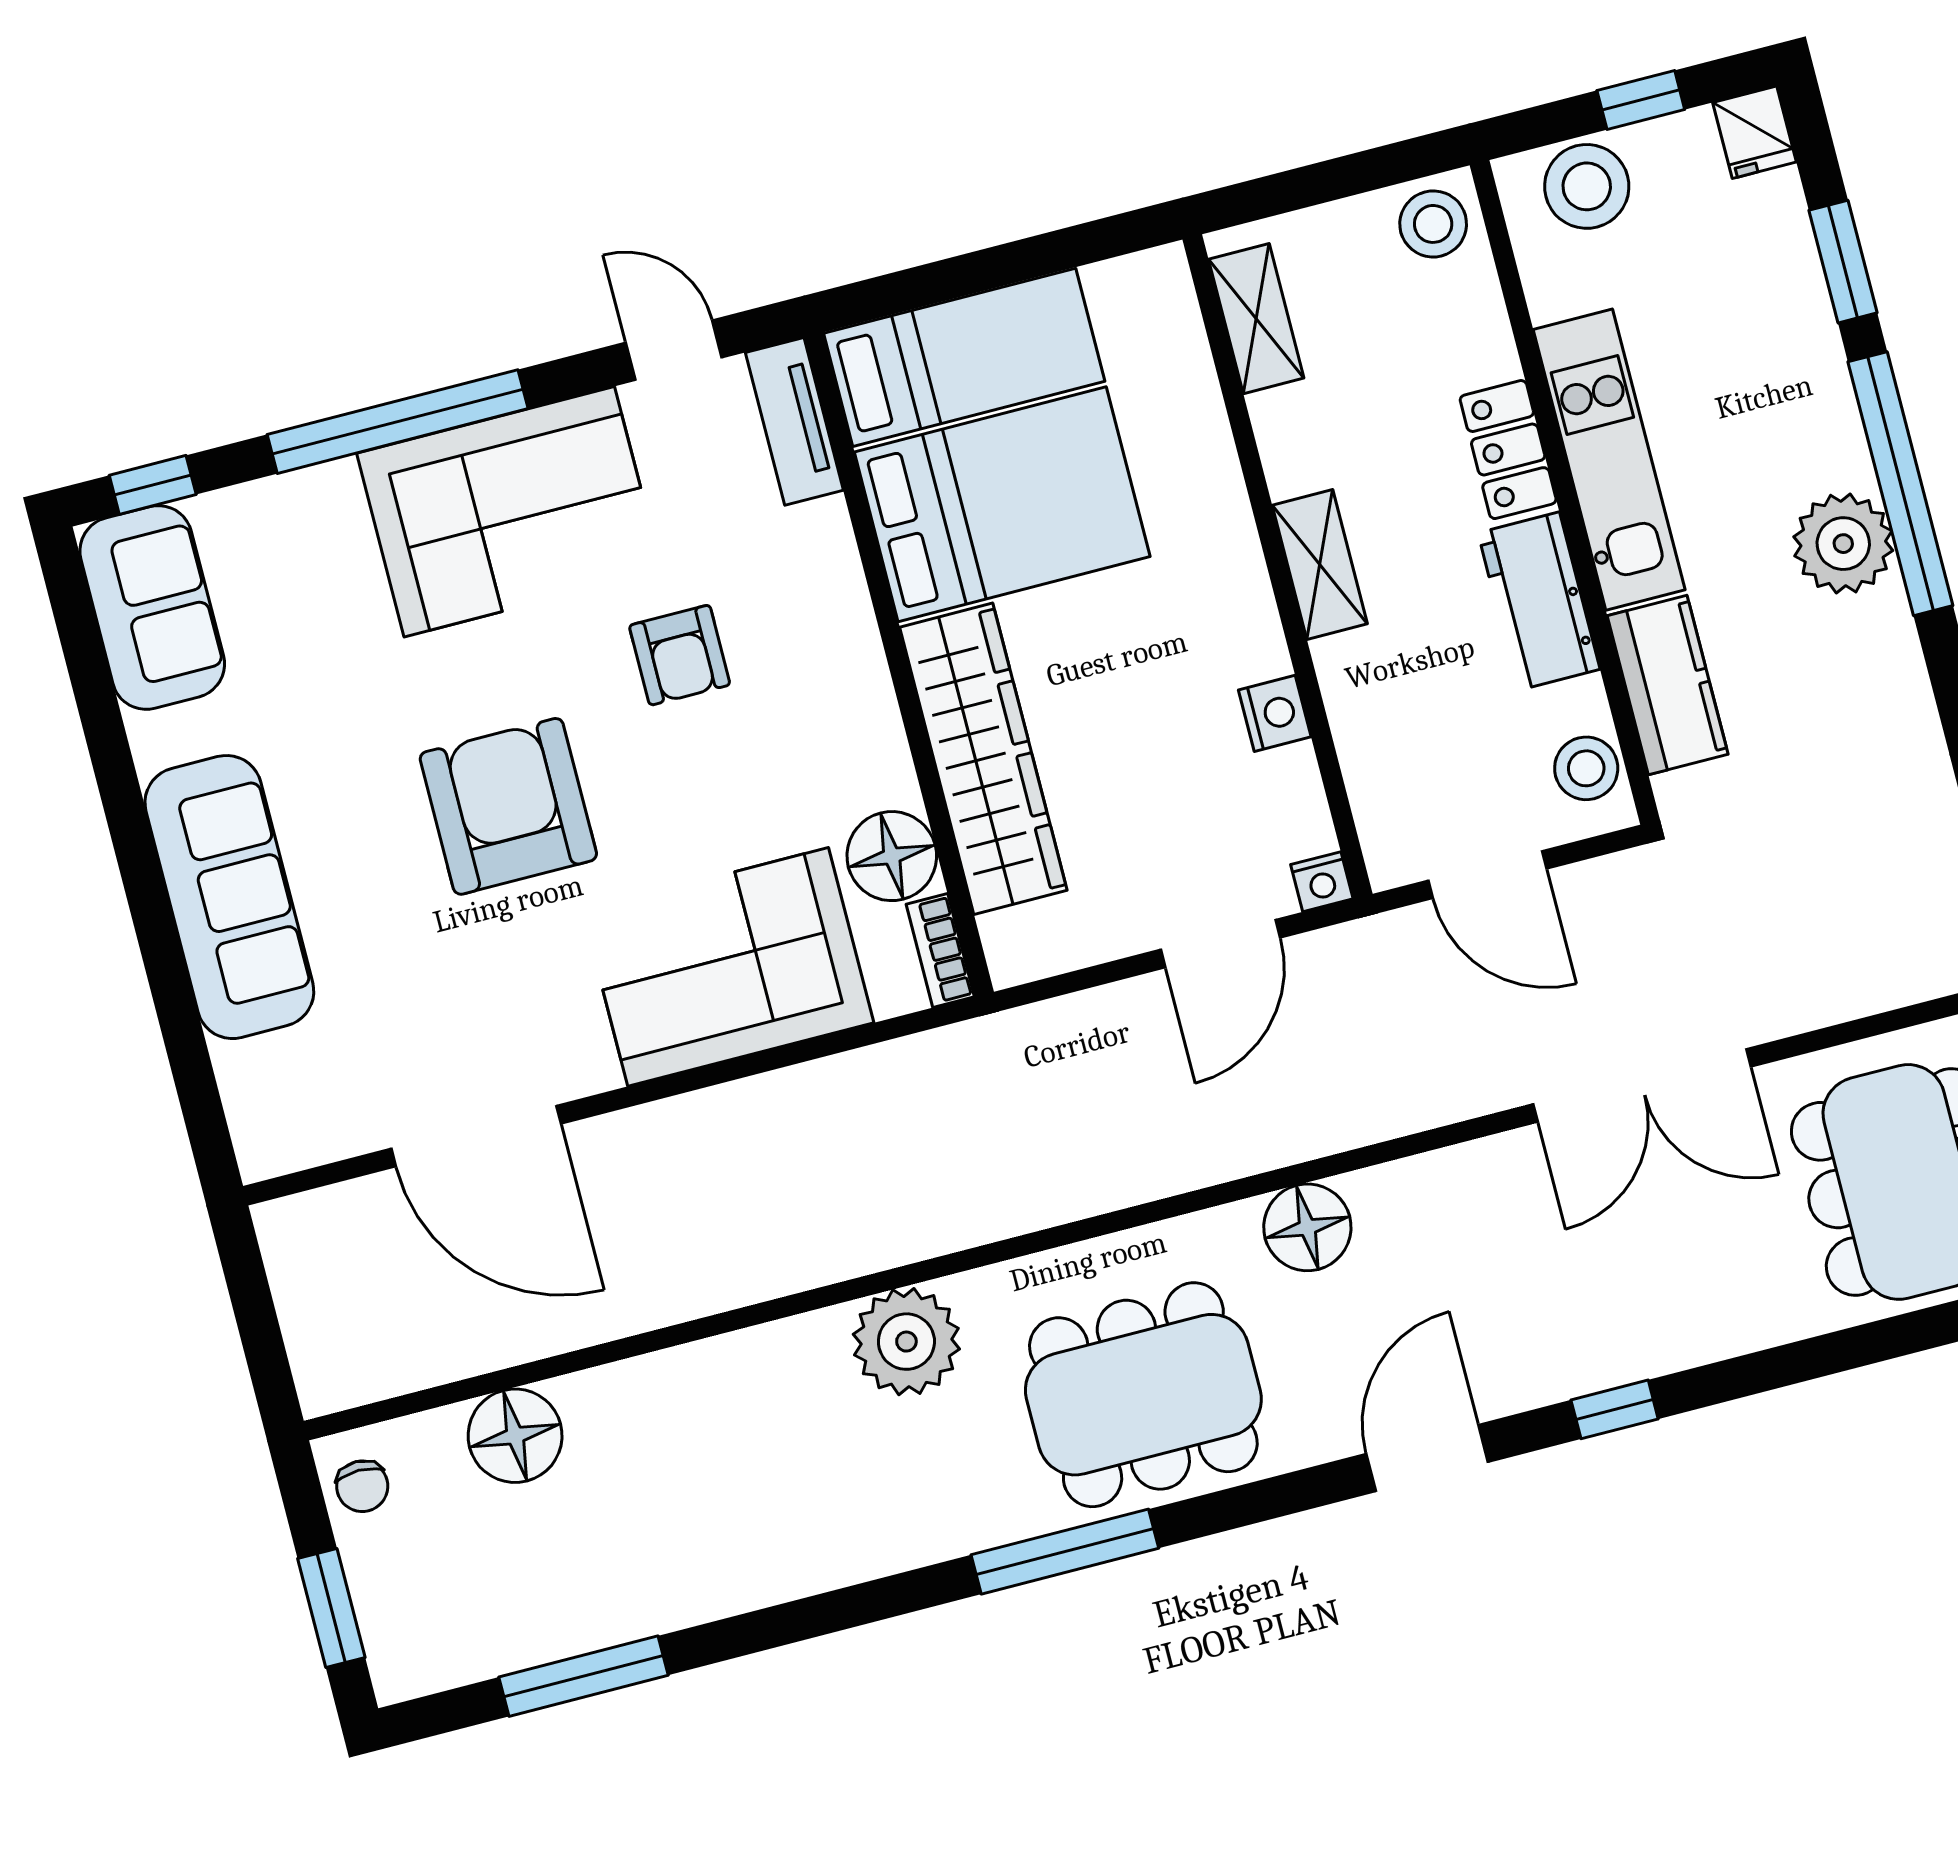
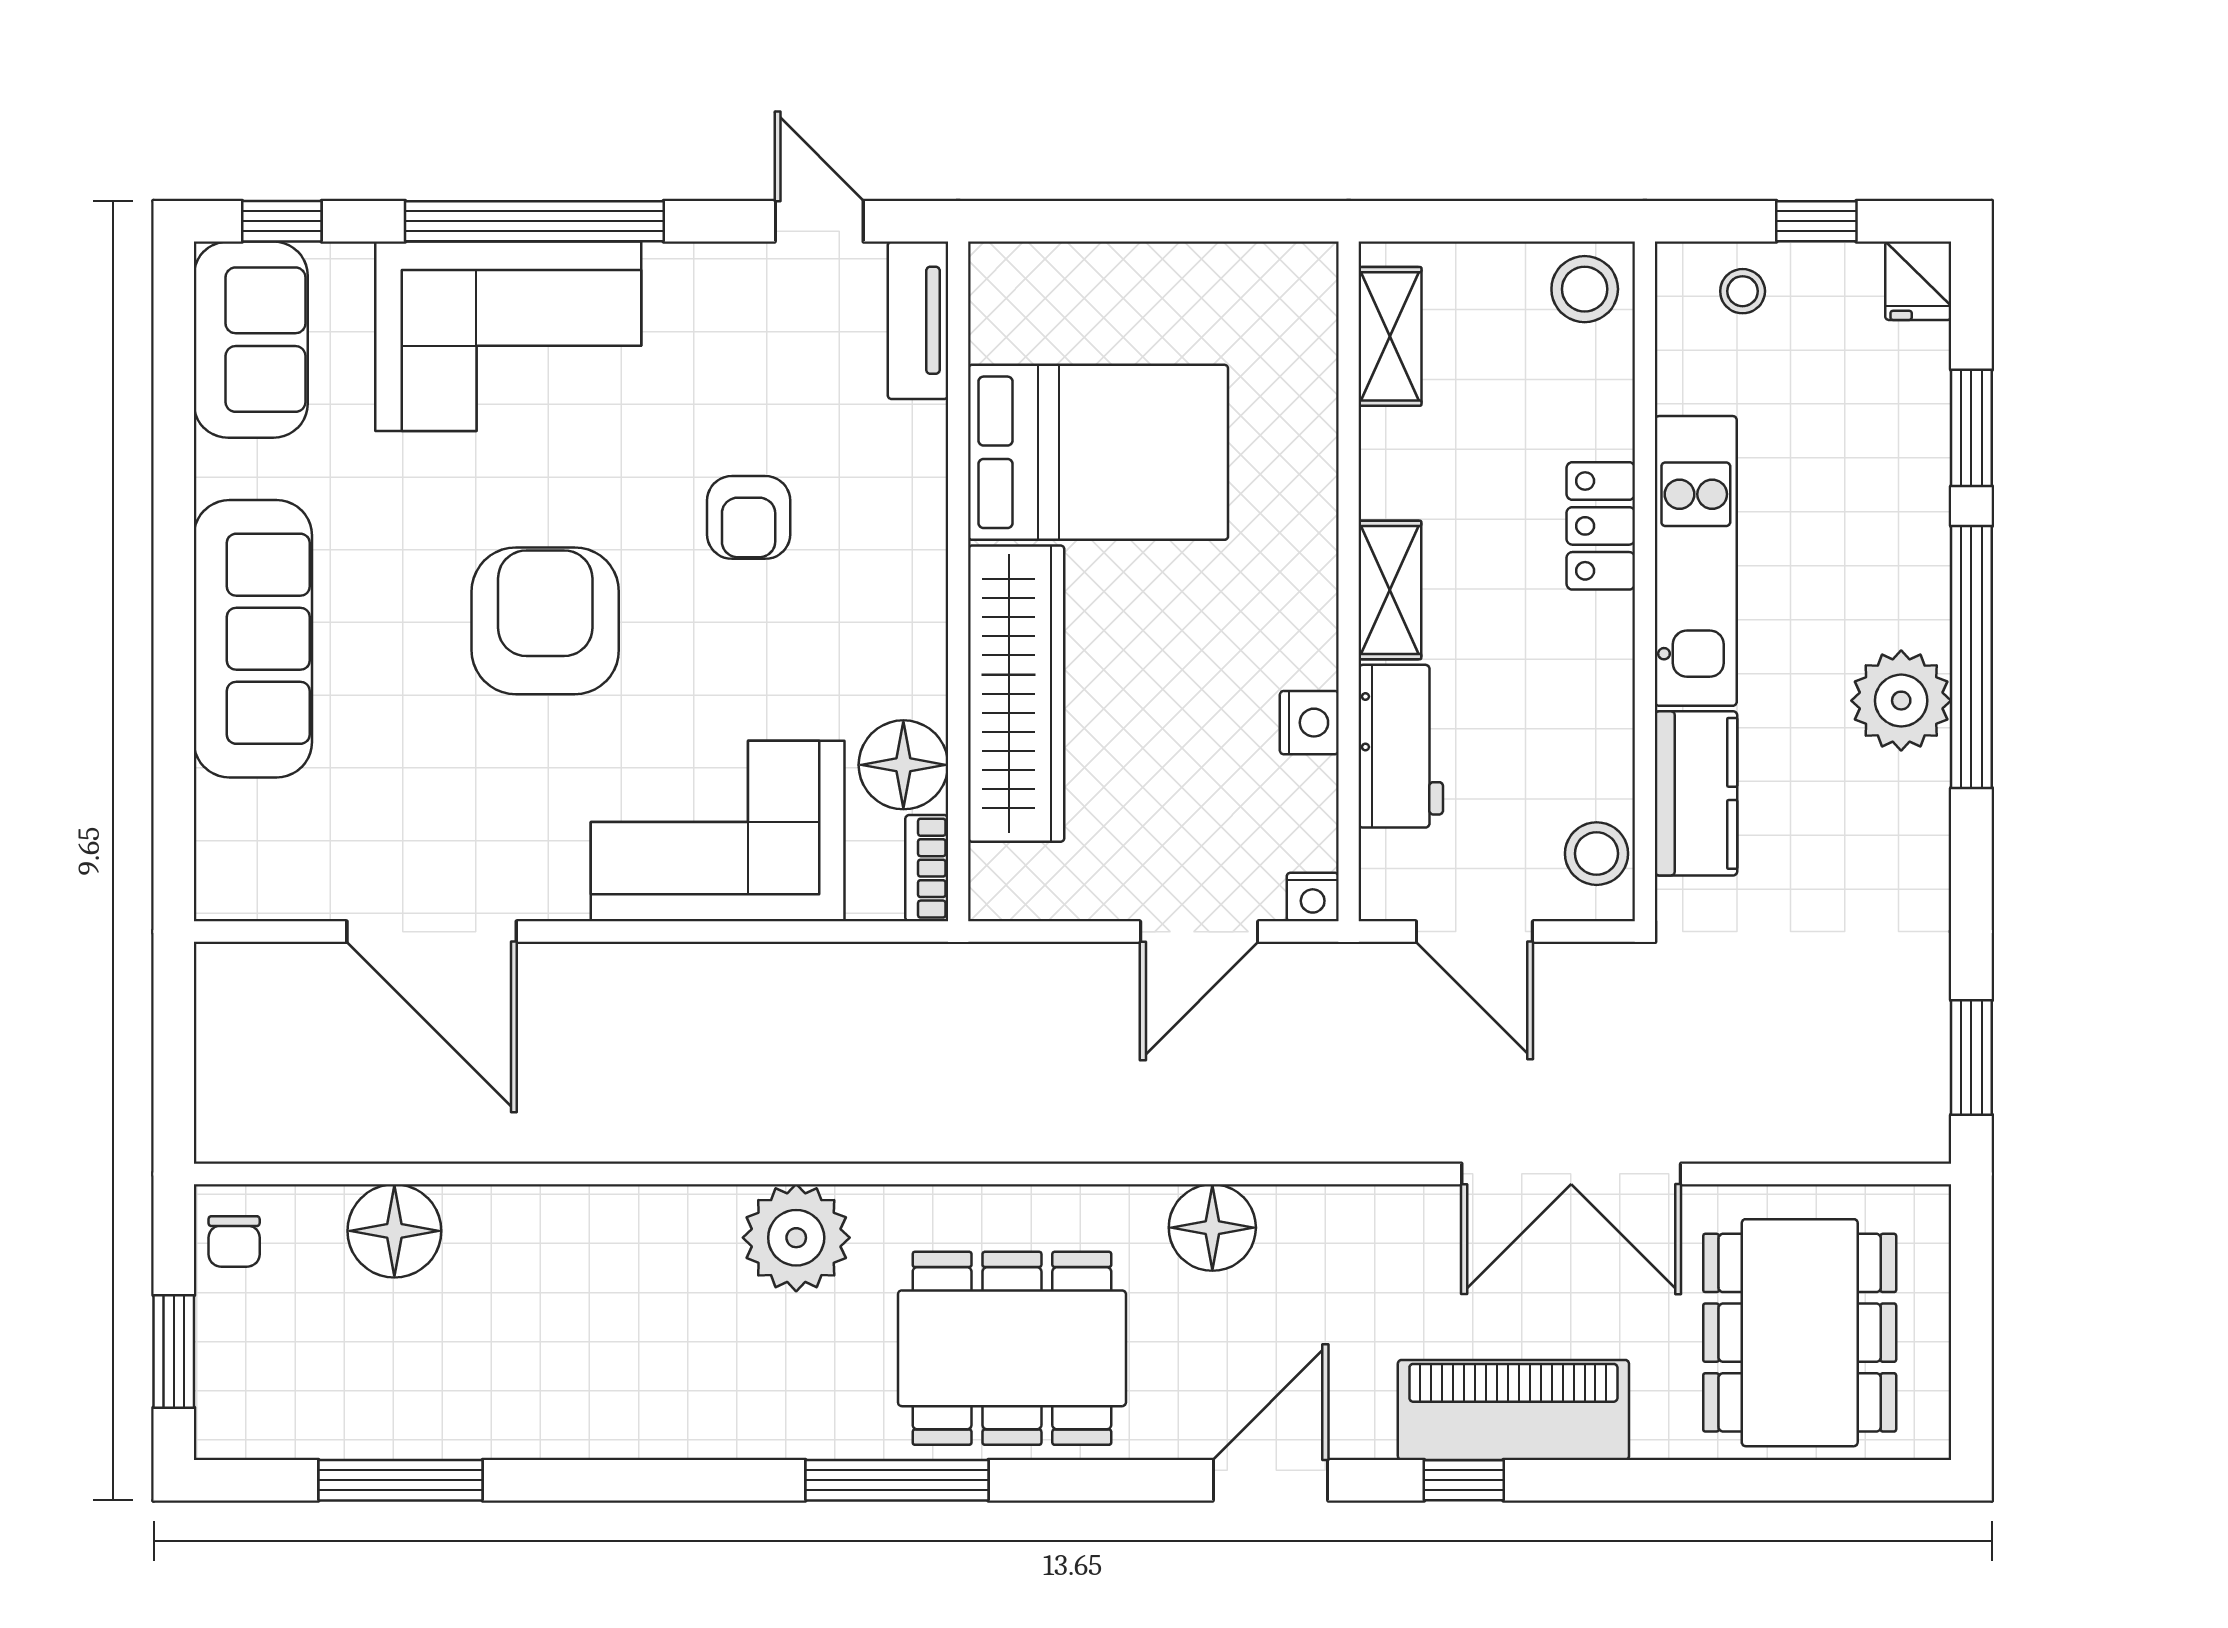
stool: (1587, 186) -> (1743, 291), width x0.53, depth x0.53
bed: (964, 357) -> (1098, 301), removed
corner sofa: (509, 512) -> (508, 336), moved
workbench: (1539, 601) -> (1401, 746), moved, turned 180
piano: (1645, 1329) -> (1513, 1410), added

